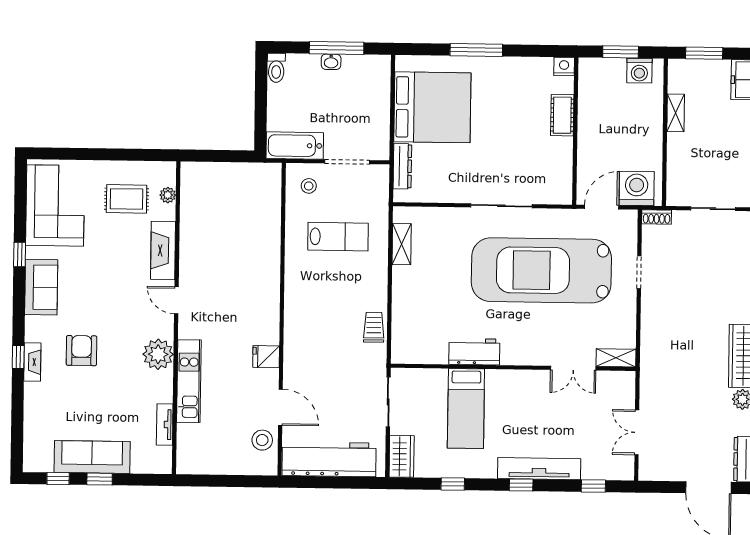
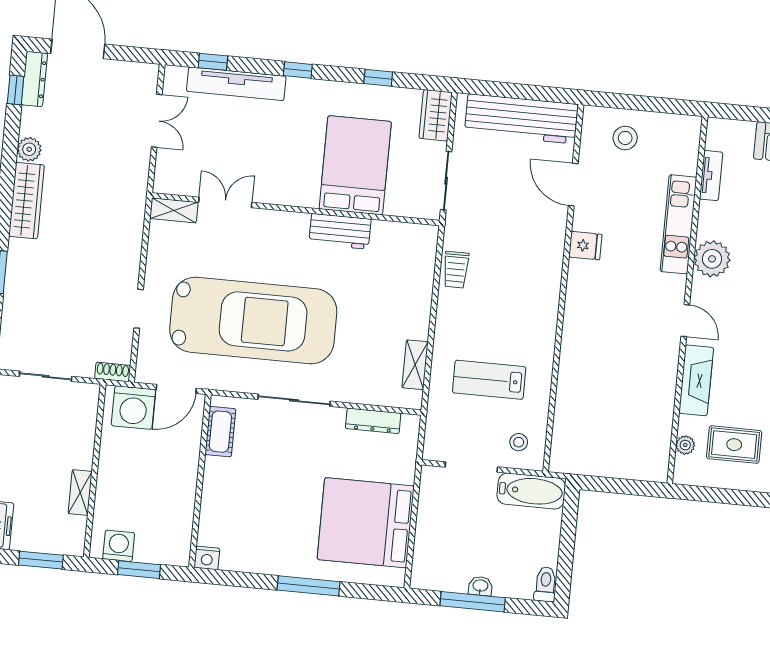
cot: (562, 115) -> (220, 432), moved
dresser: (402, 166) -> (373, 421), moved, turned -90
bed: (466, 409) -> (355, 165), width x1.50
stool: (262, 440) -> (625, 138), moved
tv unit: (539, 469) -> (236, 84), moved

